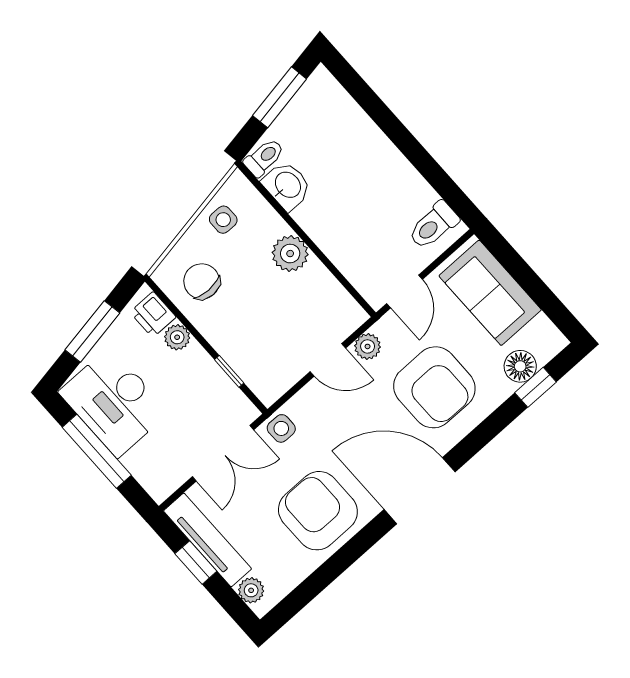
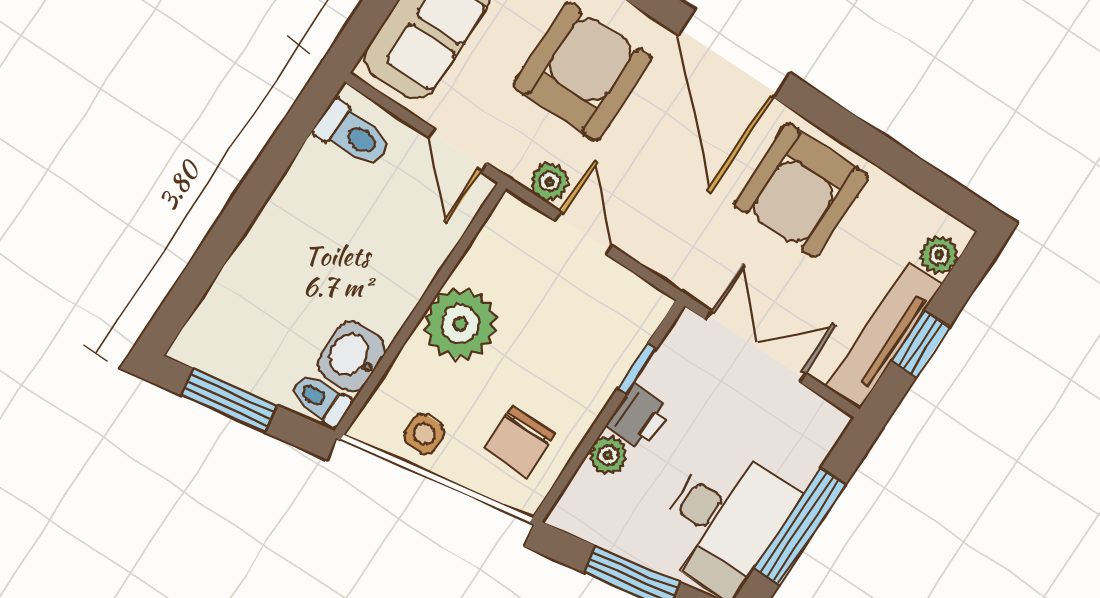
plant: (290, 254) -> (460, 324), width x1.36, depth x1.36
door: (405, 292) -> (458, 150), swing flipped
printer: (153, 315) -> (639, 417), moved
side table: (281, 428) -> (698, 273), removed

